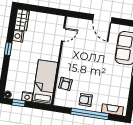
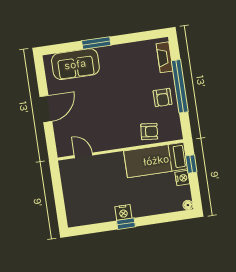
wardrobe: (22, 20) -> (81, 217), removed
nightstand: (18, 36) -> (123, 212), moved
window: (19, 103) -> (191, 164), moved

